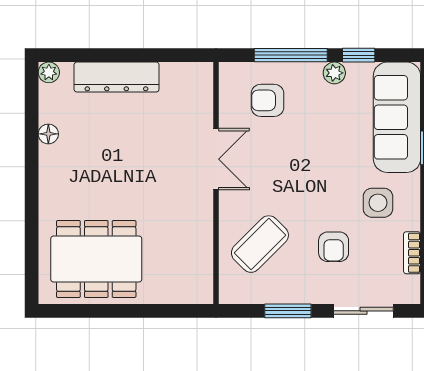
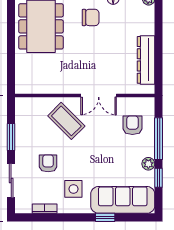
dresser: (117, 77) -> (146, 60), moved
chair: (81, 173) -> (91, 17), added
coffee table: (260, 244) -> (66, 121), moved
armchair: (334, 247) -> (48, 163), turned 90

